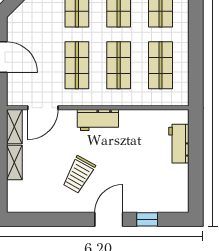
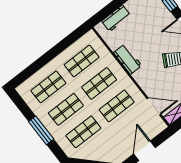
workbench: (98, 120) -> (128, 59), moved

